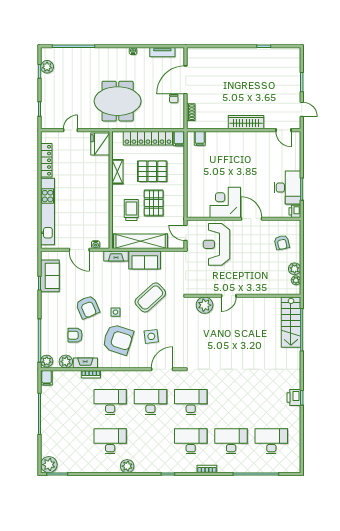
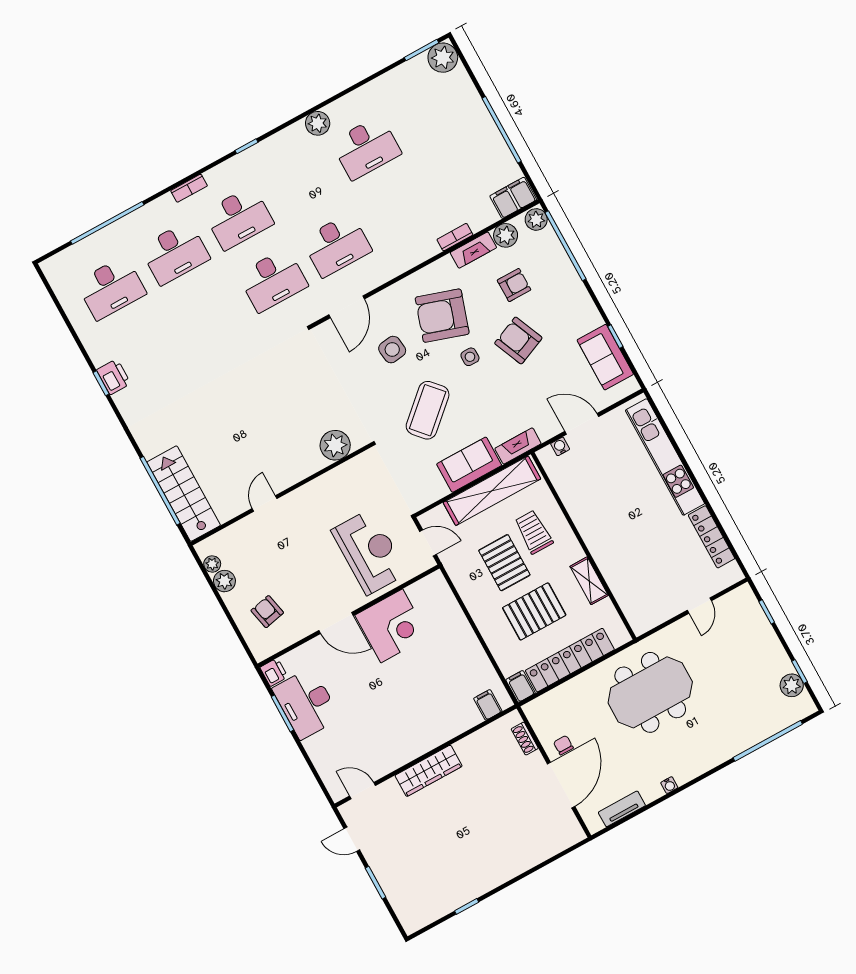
fridge: (100, 144) -> (640, 609), removed
trolley: (131, 210) -> (534, 532), turned 180
door: (229, 296) -> (265, 503), moved
filing cabinet: (47, 378) -> (513, 198), width x2.00
desk: (110, 402) -> (400, 210), removed

